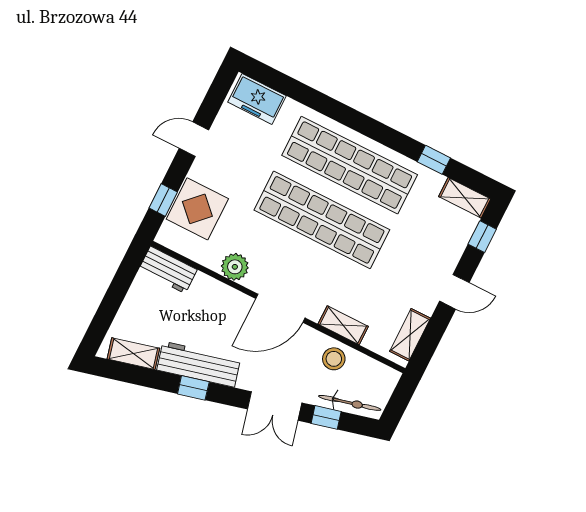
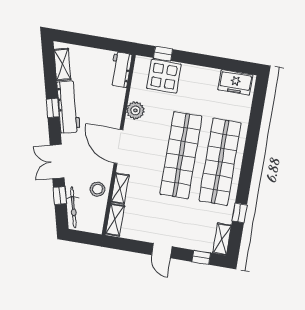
freezer: (257, 99) -> (235, 82), moved, turned -90
door: (194, 139) -> (206, 61), removed
shelving: (410, 335) -> (115, 220), moved, turned 90

